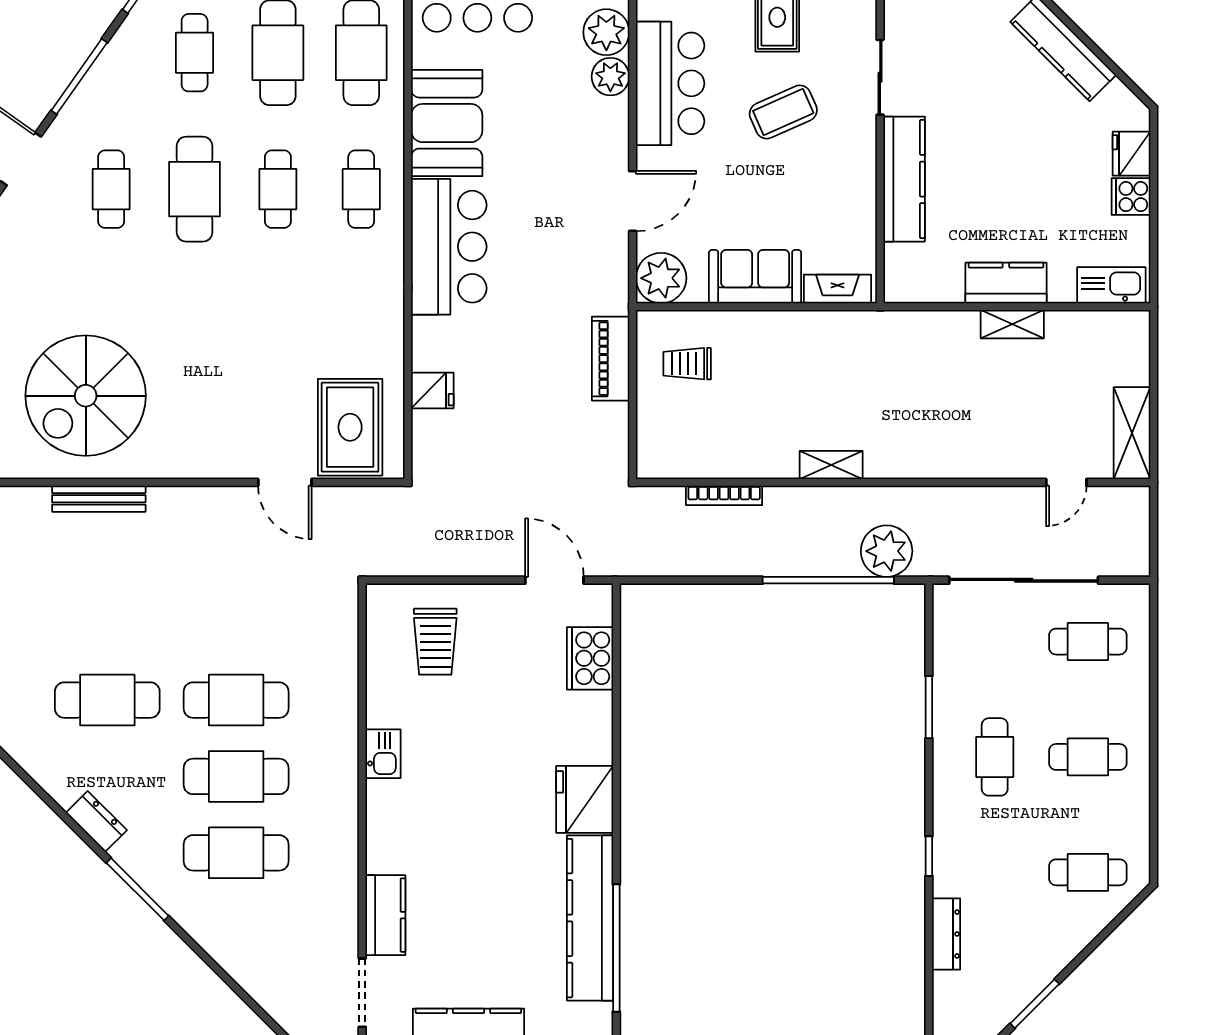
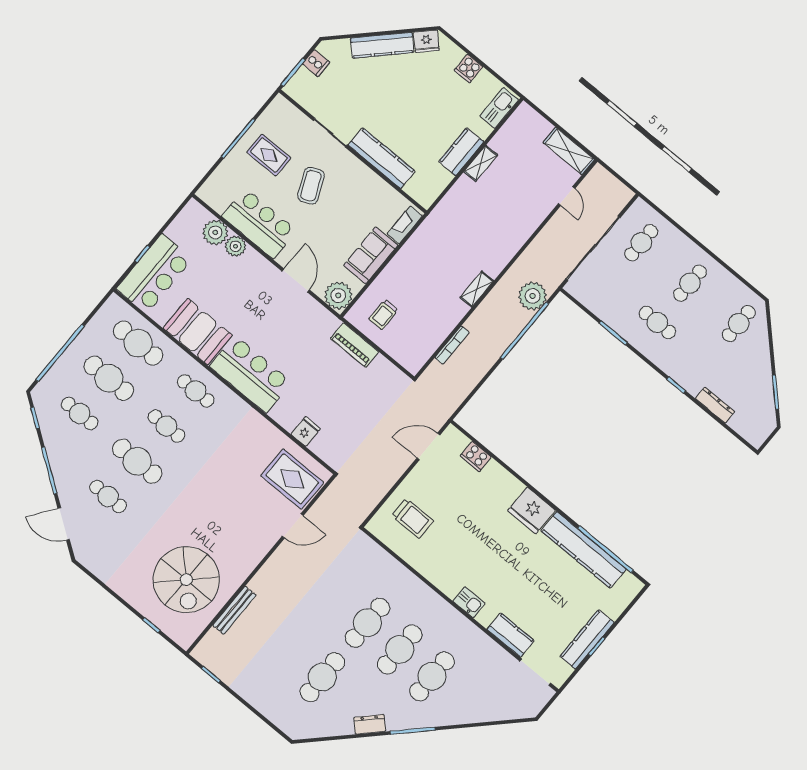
fridge: (1132, 154) -> (426, 41), moved, turned -45
cooker: (590, 658) -> (476, 456), width x0.73, depth x0.76
kitchen sink: (383, 754) -> (469, 602), moved

